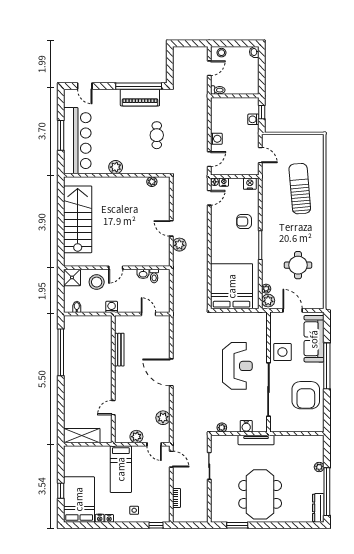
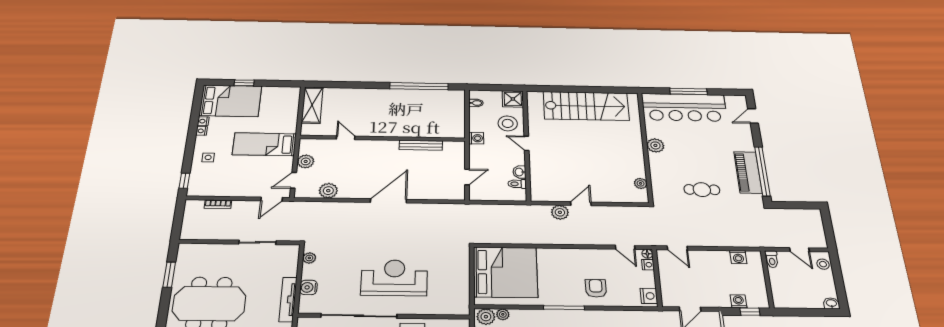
washing machine: (216, 139) -> (738, 257), moved
reception desk: (237, 366) -> (394, 278), turned 180

